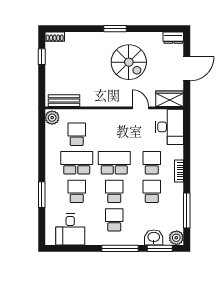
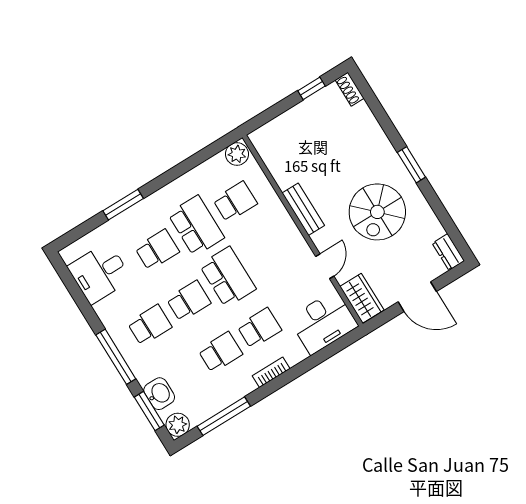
bench: (64, 101) -> (303, 209), moved

